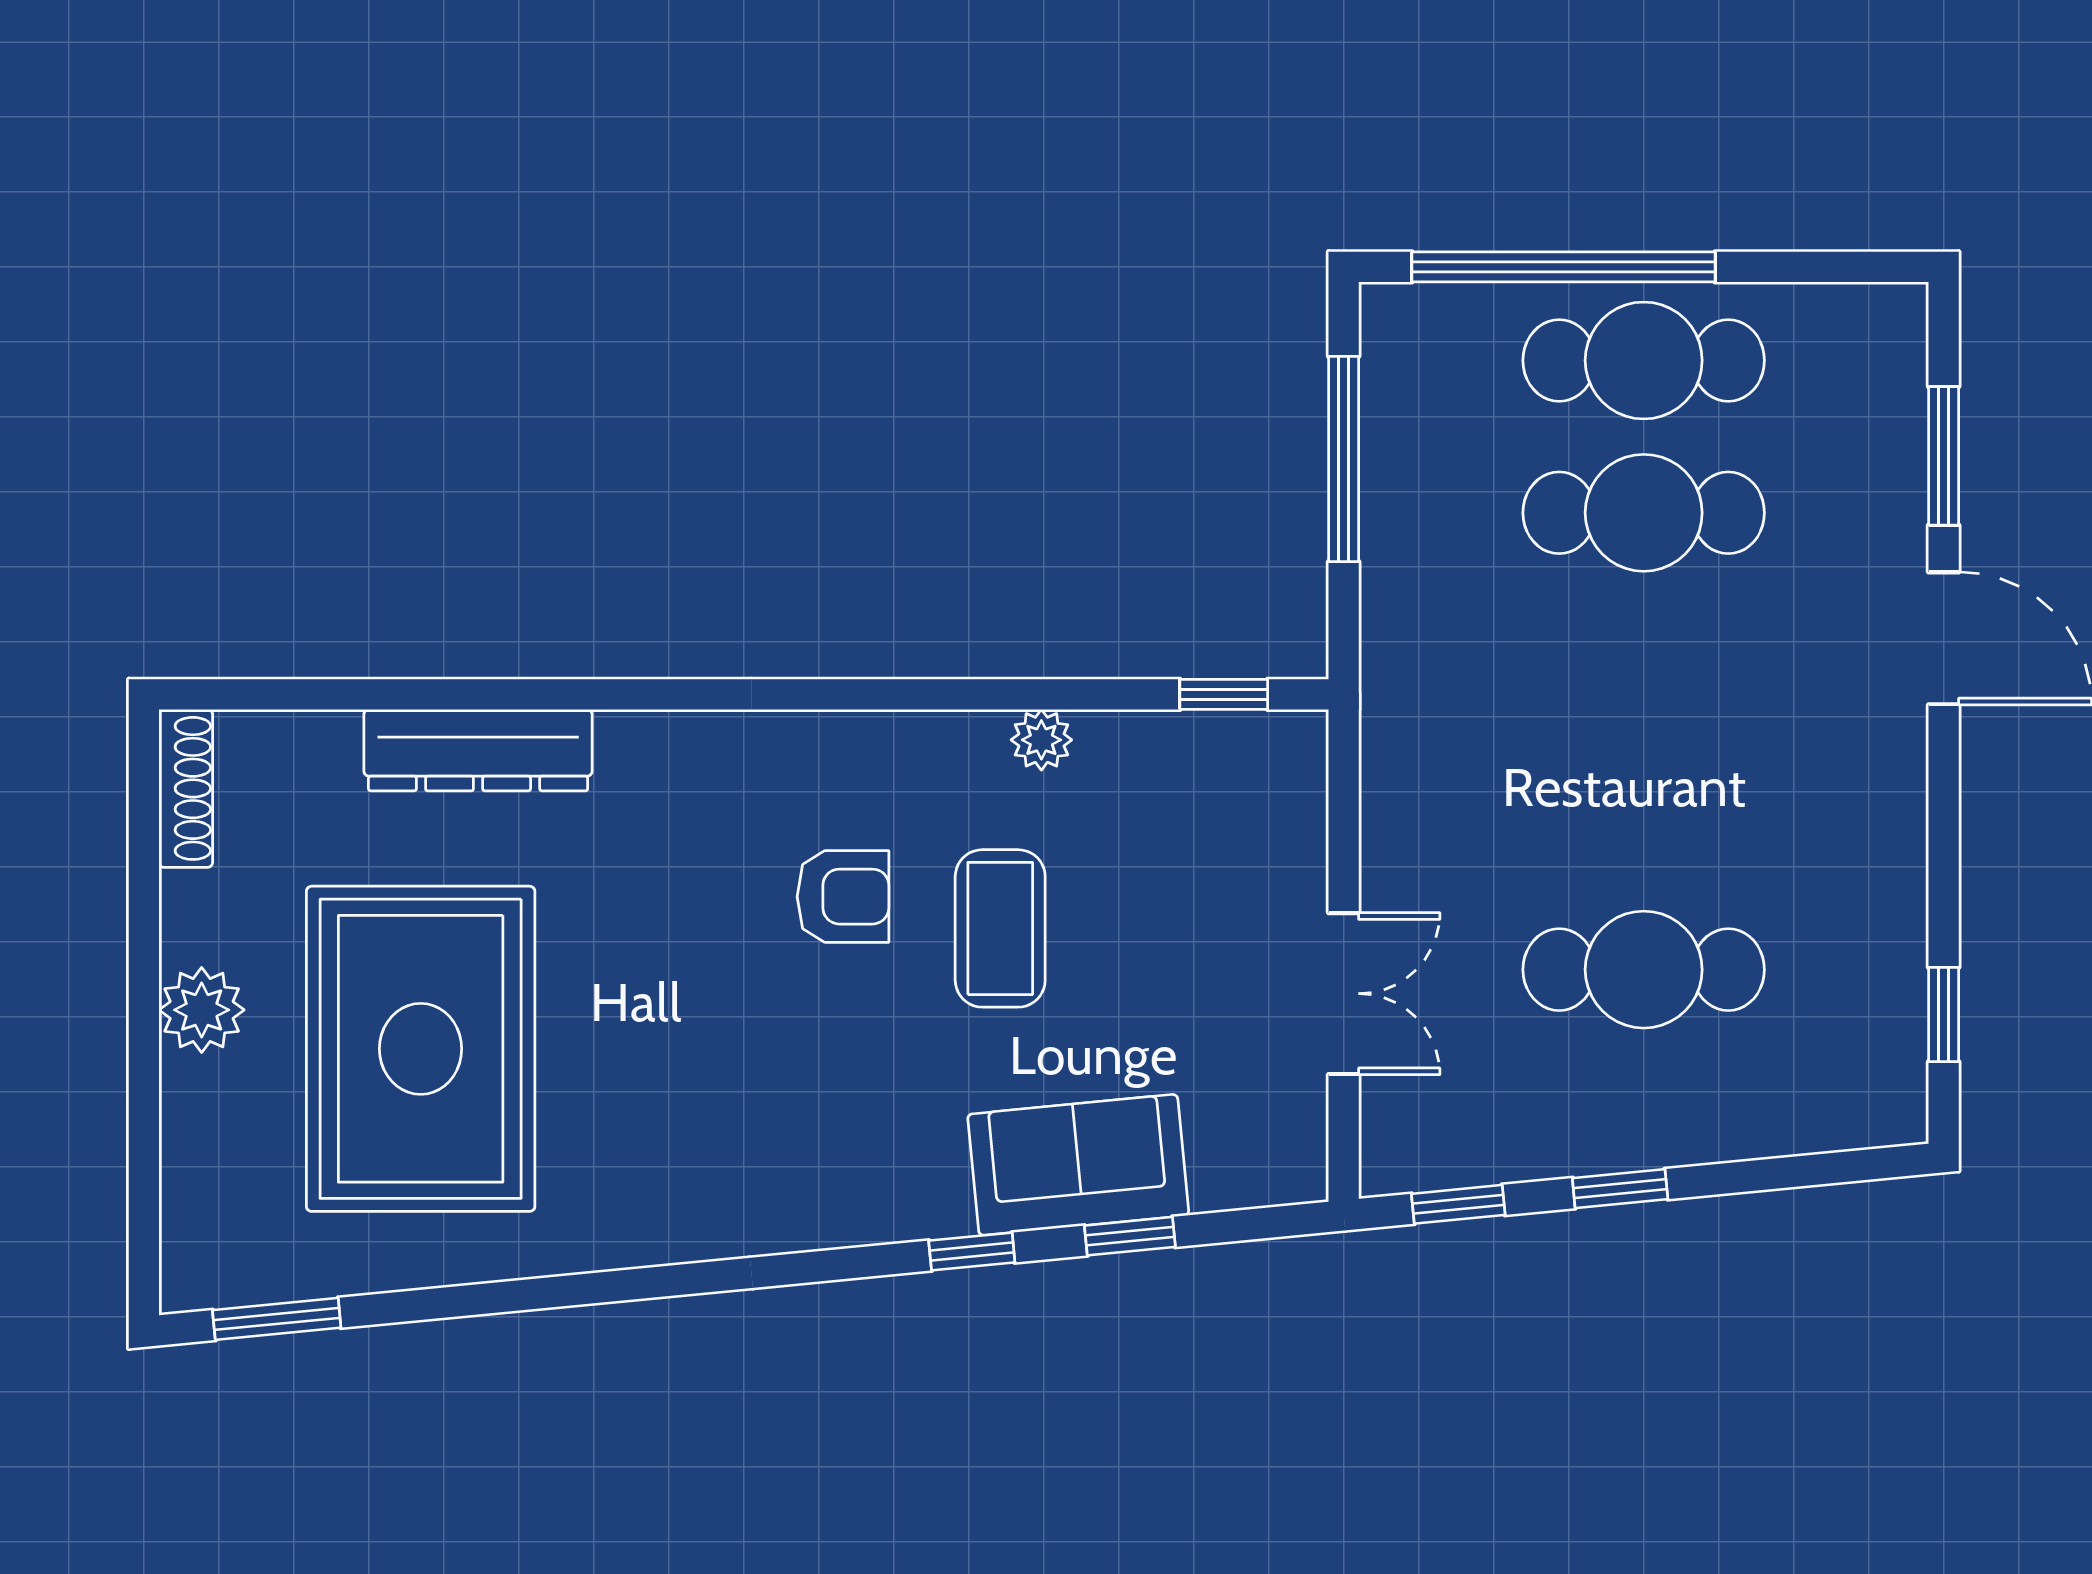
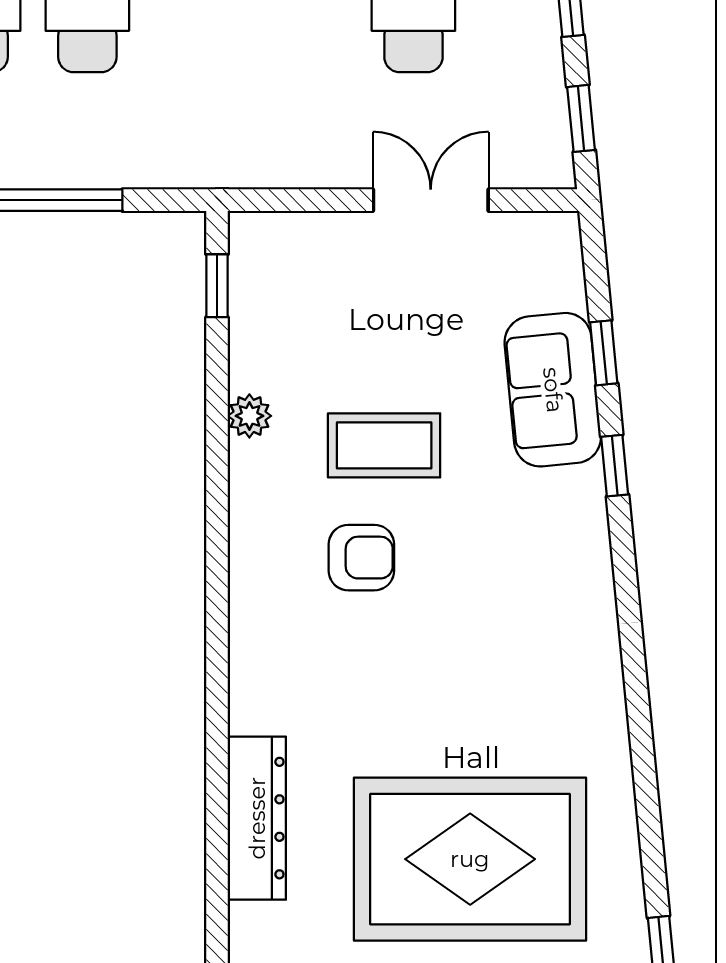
armchair: (843, 897) -> (361, 558), turned 90

